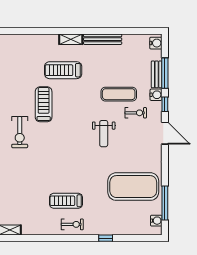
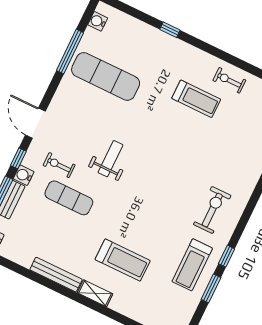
treadmill: (44, 104) -> (192, 265), moved
exercise mat: (133, 187) -> (106, 76), width x0.68
window: (165, 203) -> (70, 52), moved
exercise bike: (72, 224) -> (229, 80), moved

